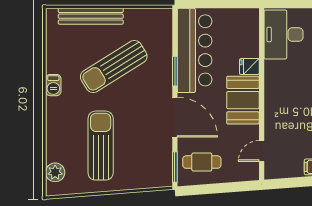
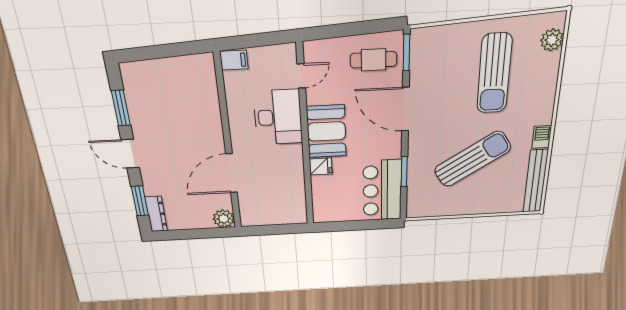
bench: (91, 16) -> (536, 181), moved, turned 90
desk: (283, 34) -> (278, 117), moved
bar counter: (195, 50) -> (382, 190), width x0.73
window: (175, 71) -> (404, 172), moved

